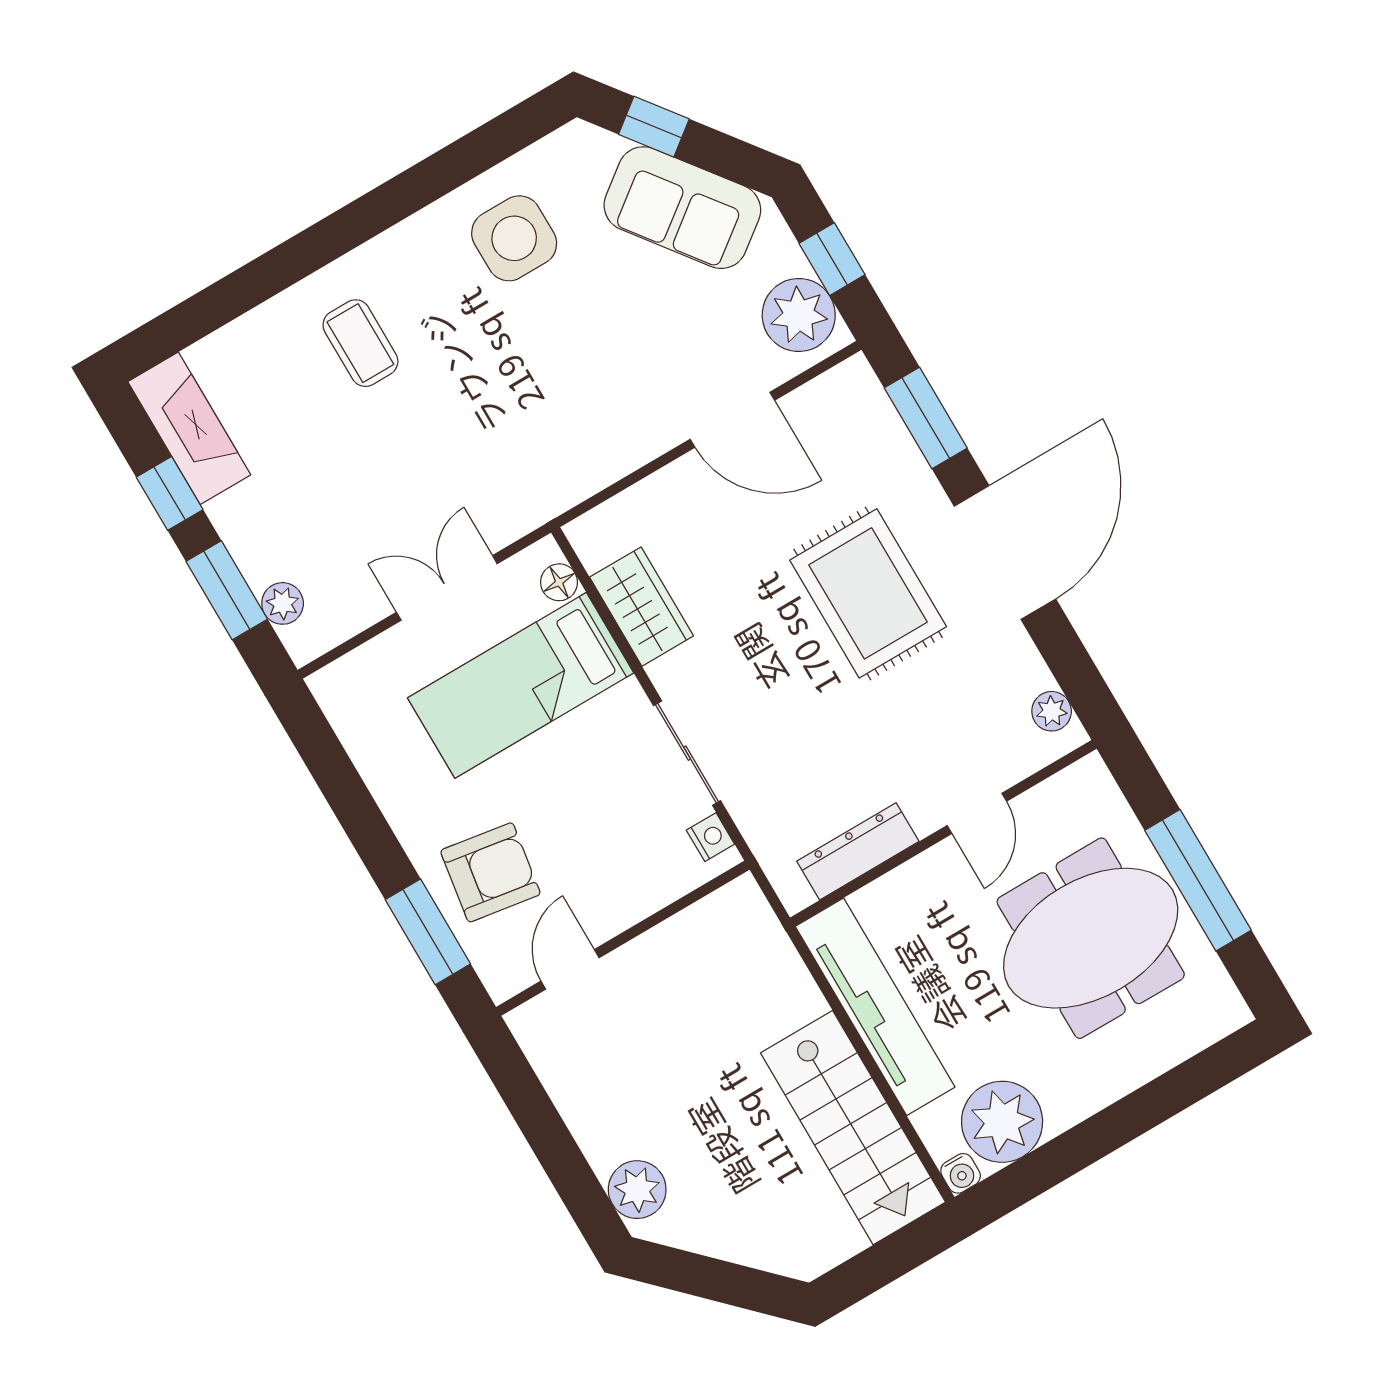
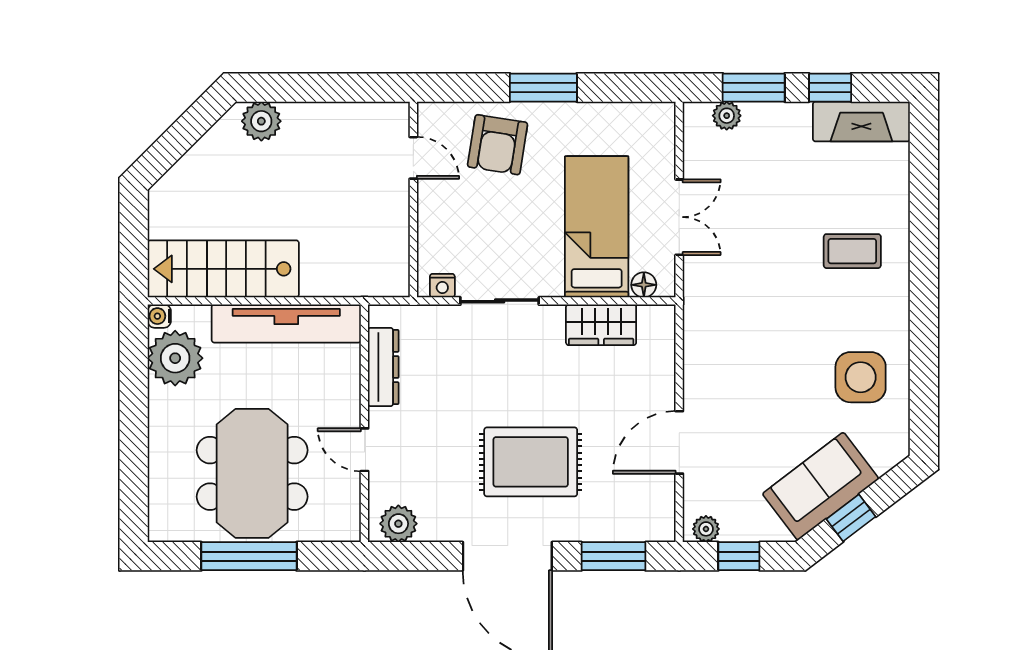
window: (654, 127) -> (851, 518), moved
plant: (799, 315) -> (706, 529), width x0.53, depth x0.53
plant: (1052, 711) -> (398, 524), width x1.38, depth x1.38
window: (428, 932) -> (543, 88), moved

